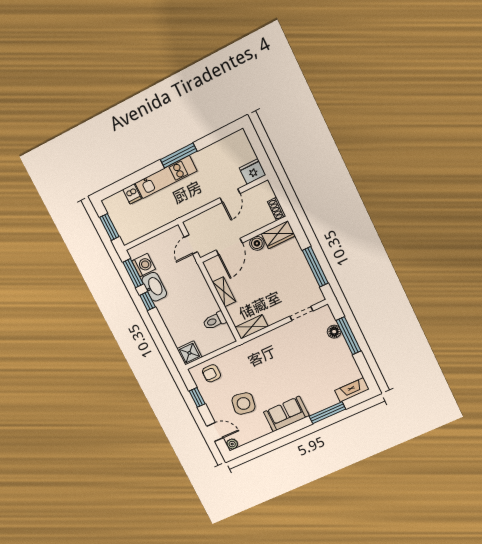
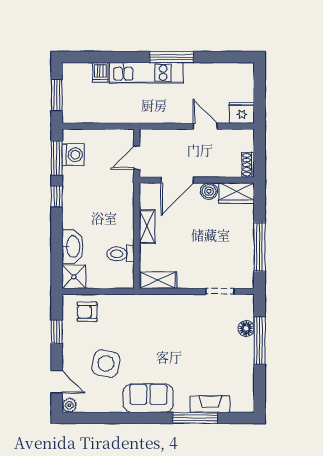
door: (230, 196) -> (205, 126), swing flipped
washbasin: (154, 287) -> (73, 247), moved
fireplace: (352, 390) -> (210, 404), moved

